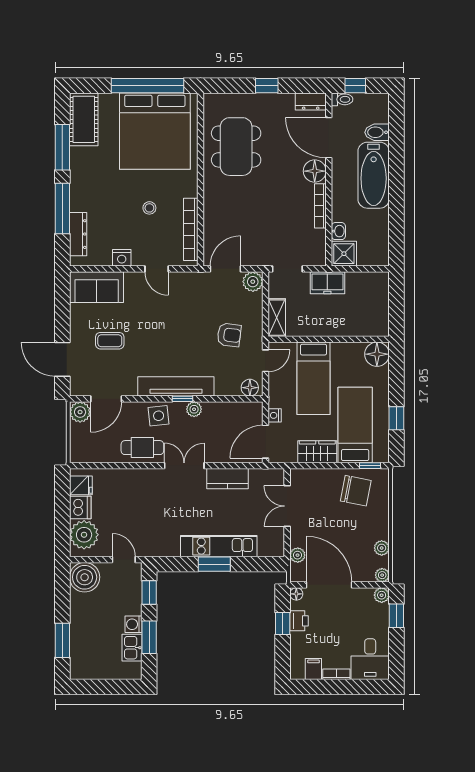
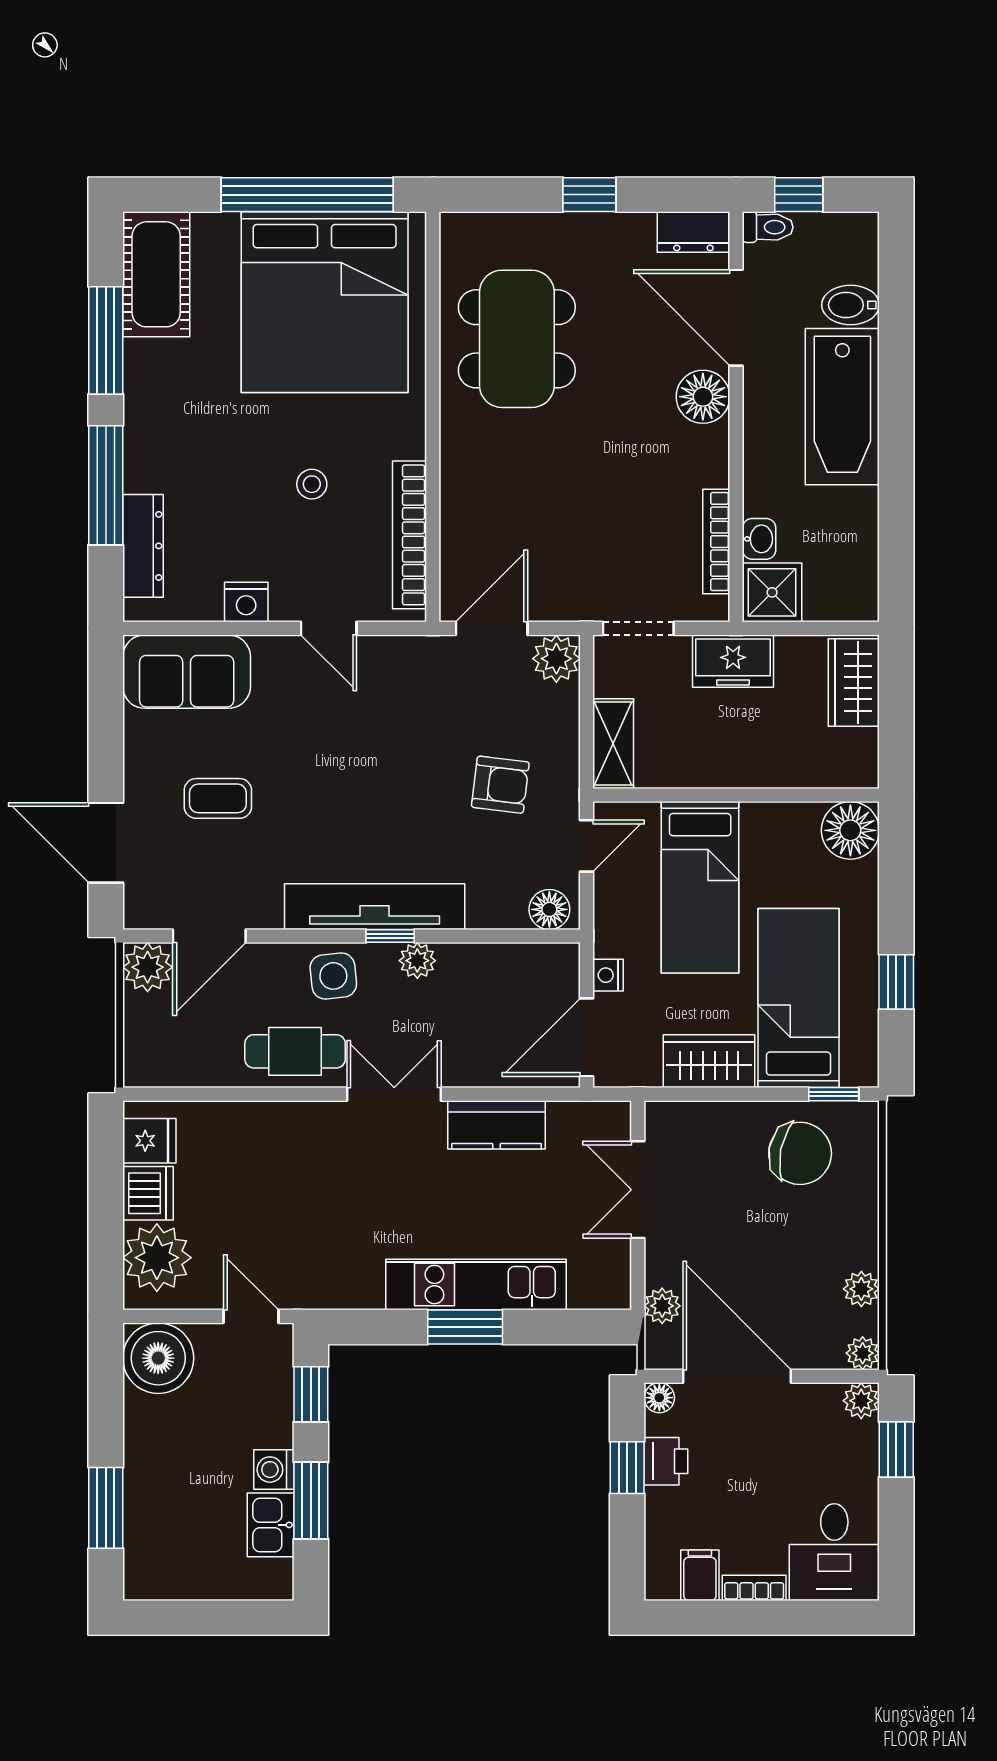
bookcase: (320, 206) -> (716, 542), moved
wardrobe: (378, 292) -> (854, 683), added

